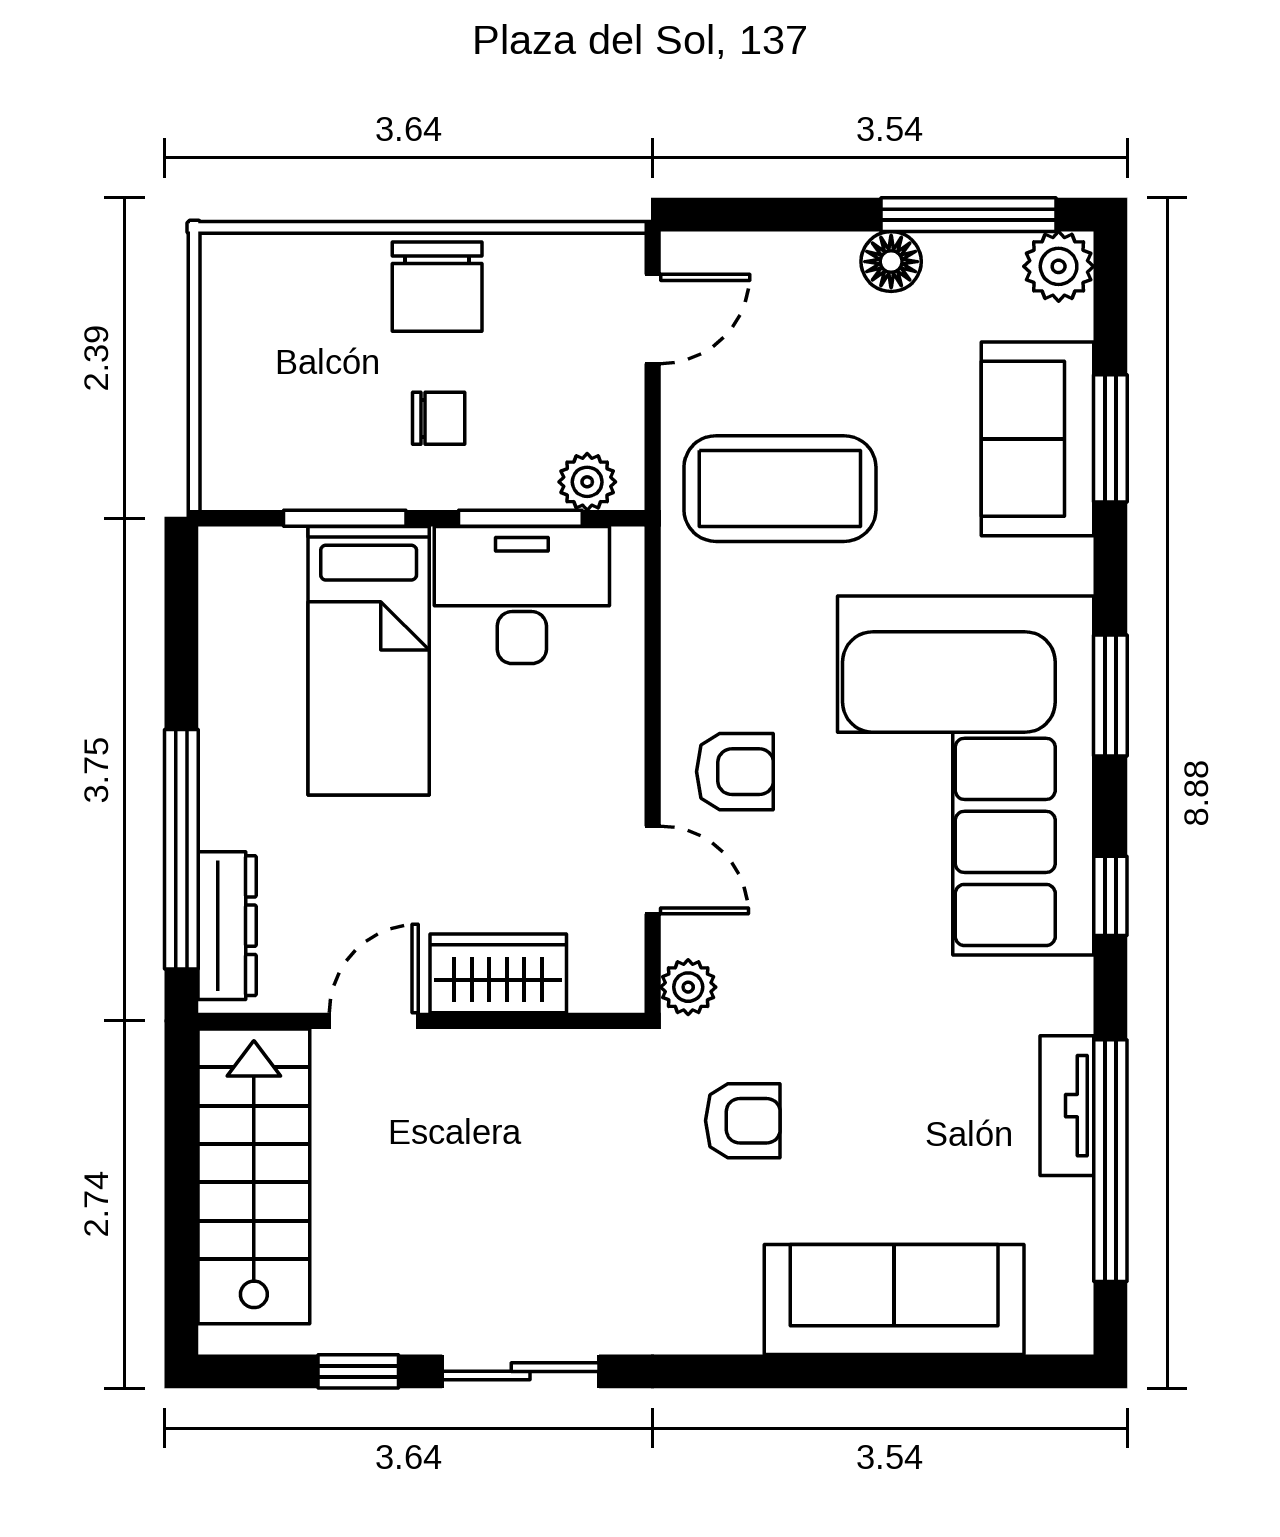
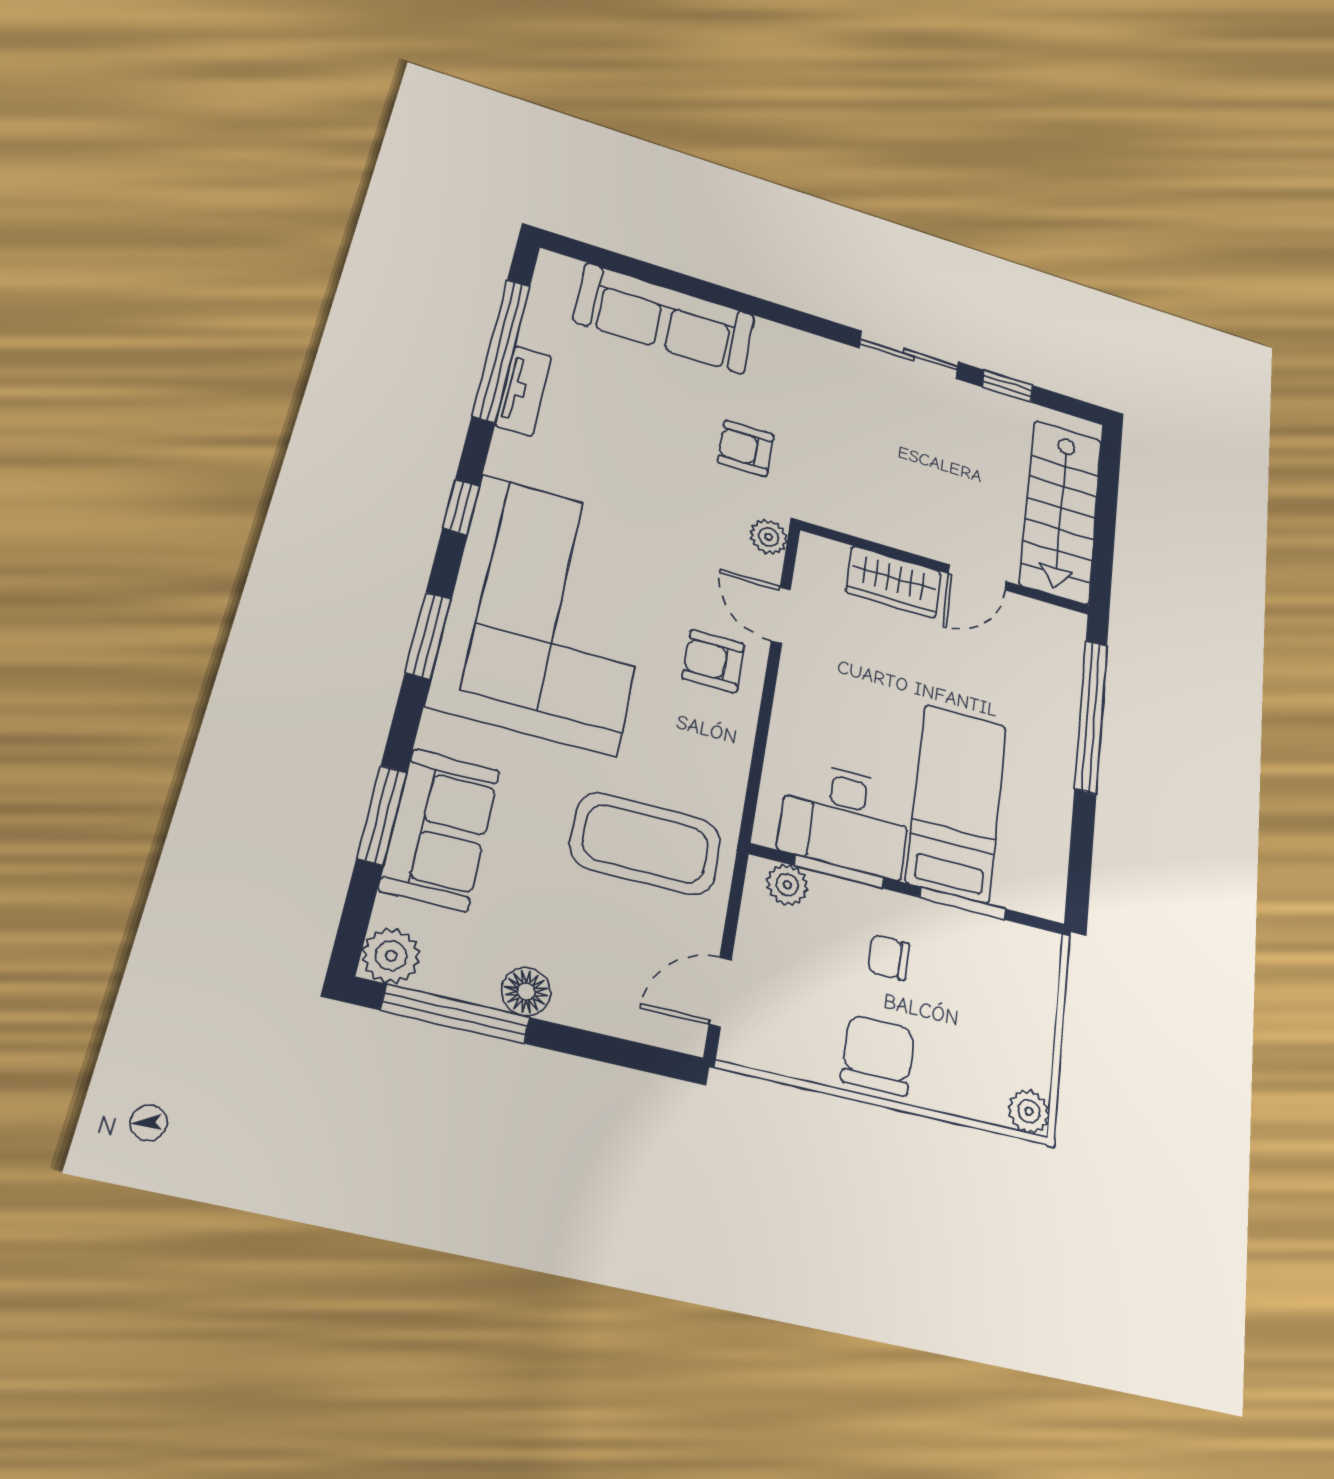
plant: (227, 260) -> (1029, 1111), added
dresser: (227, 926) -> (1065, 661), removed

